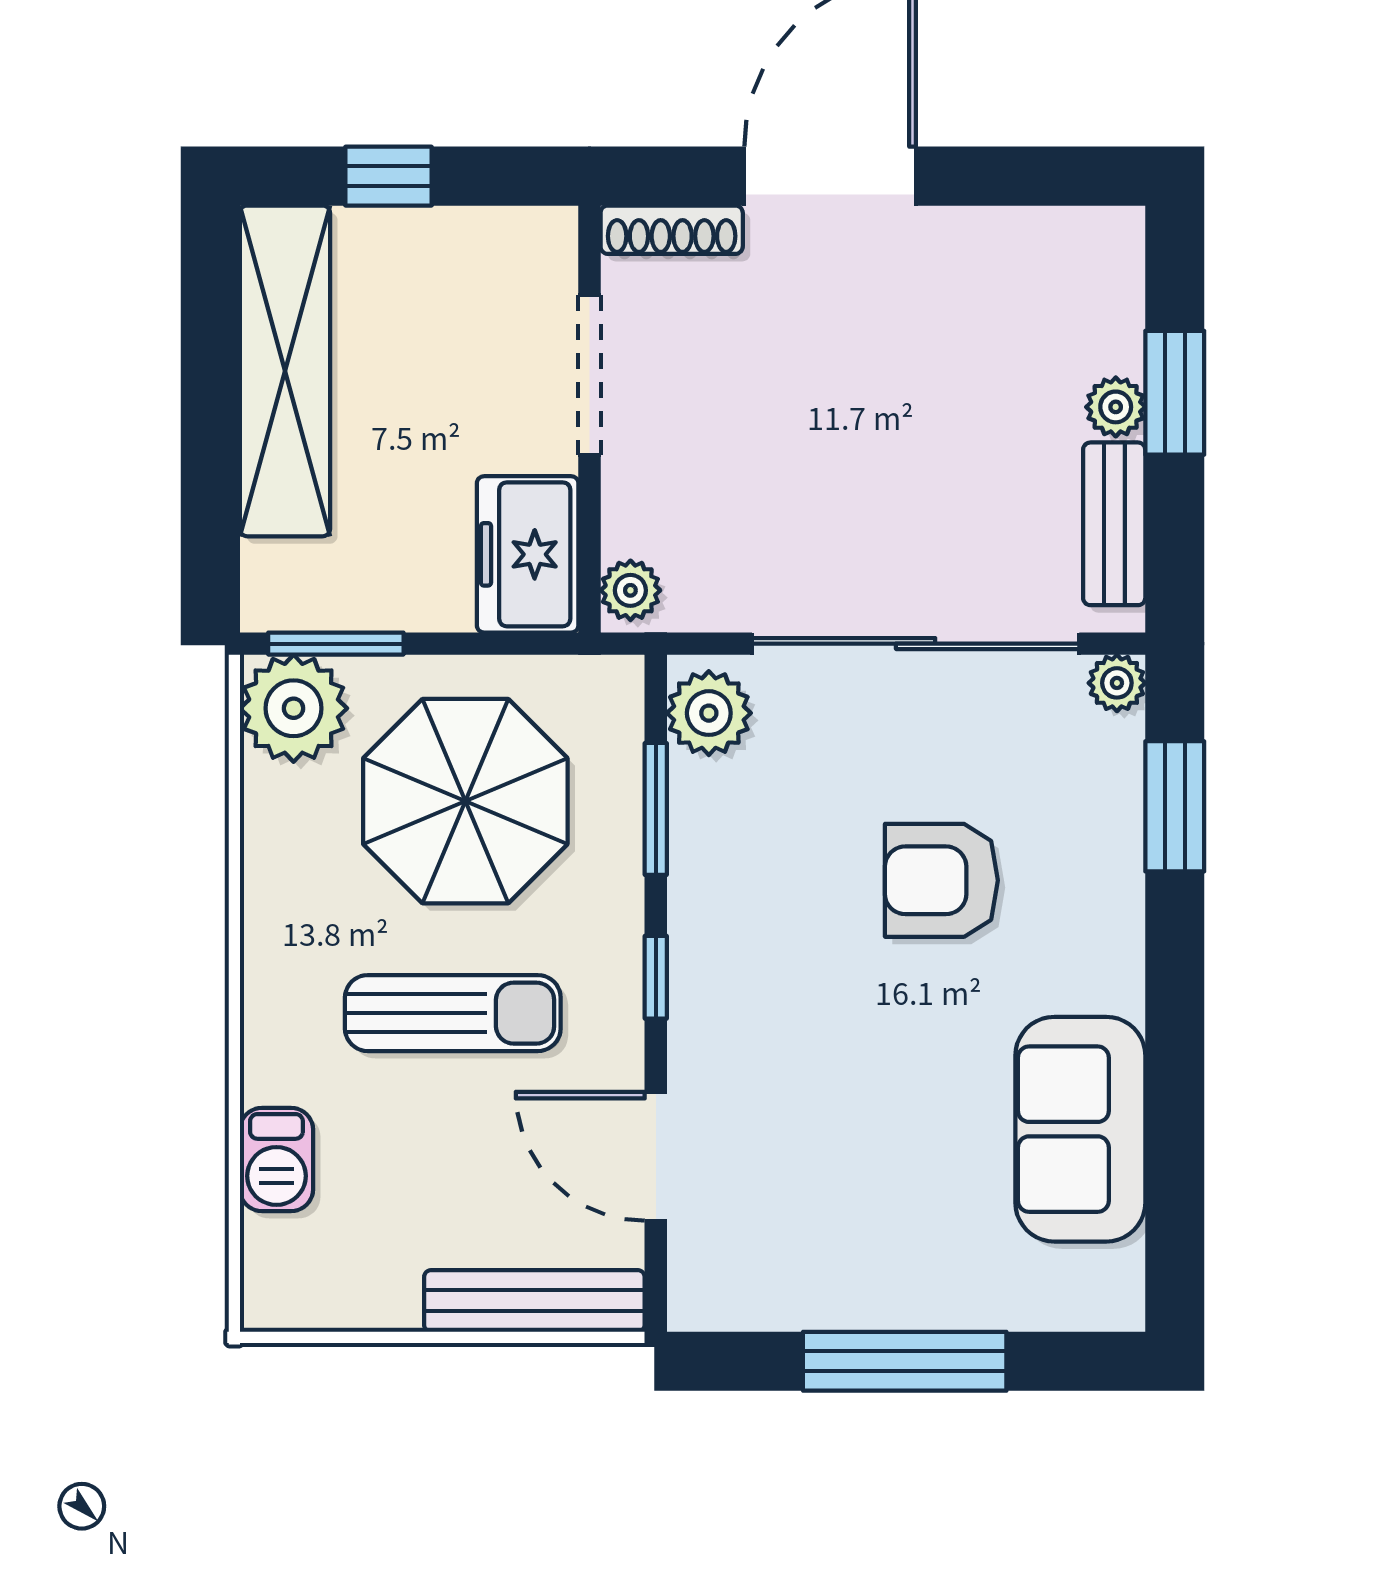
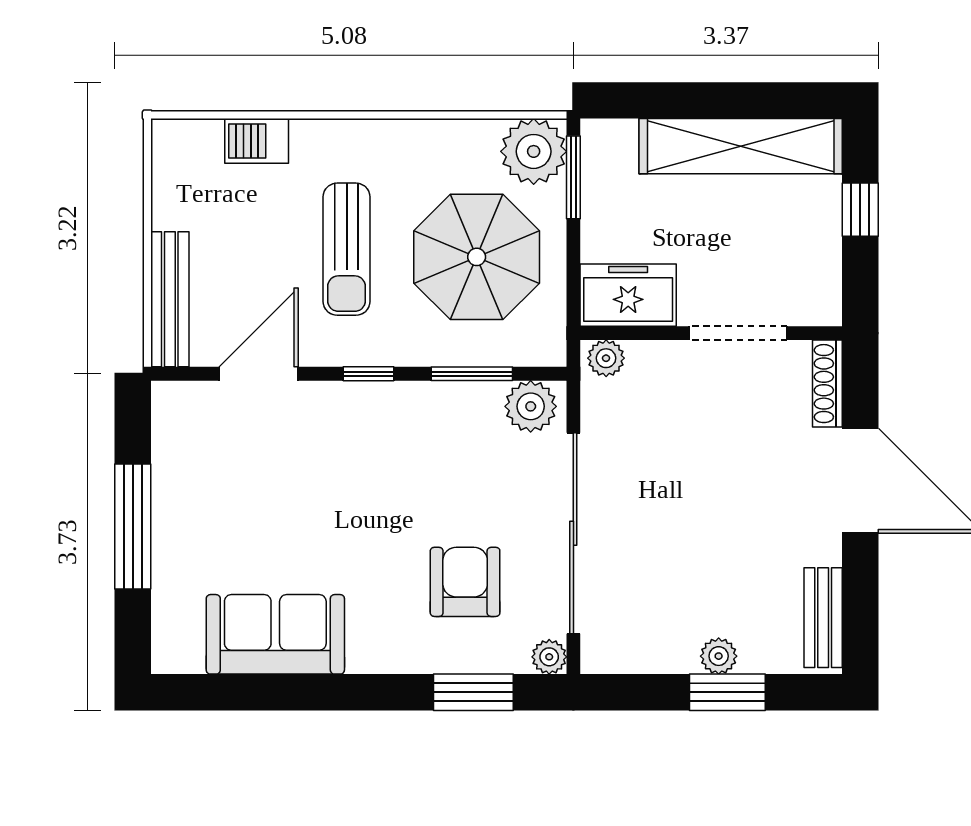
bench: (1114, 524) -> (823, 618), moved, turned 90
armchair: (941, 880) -> (465, 582), moved

